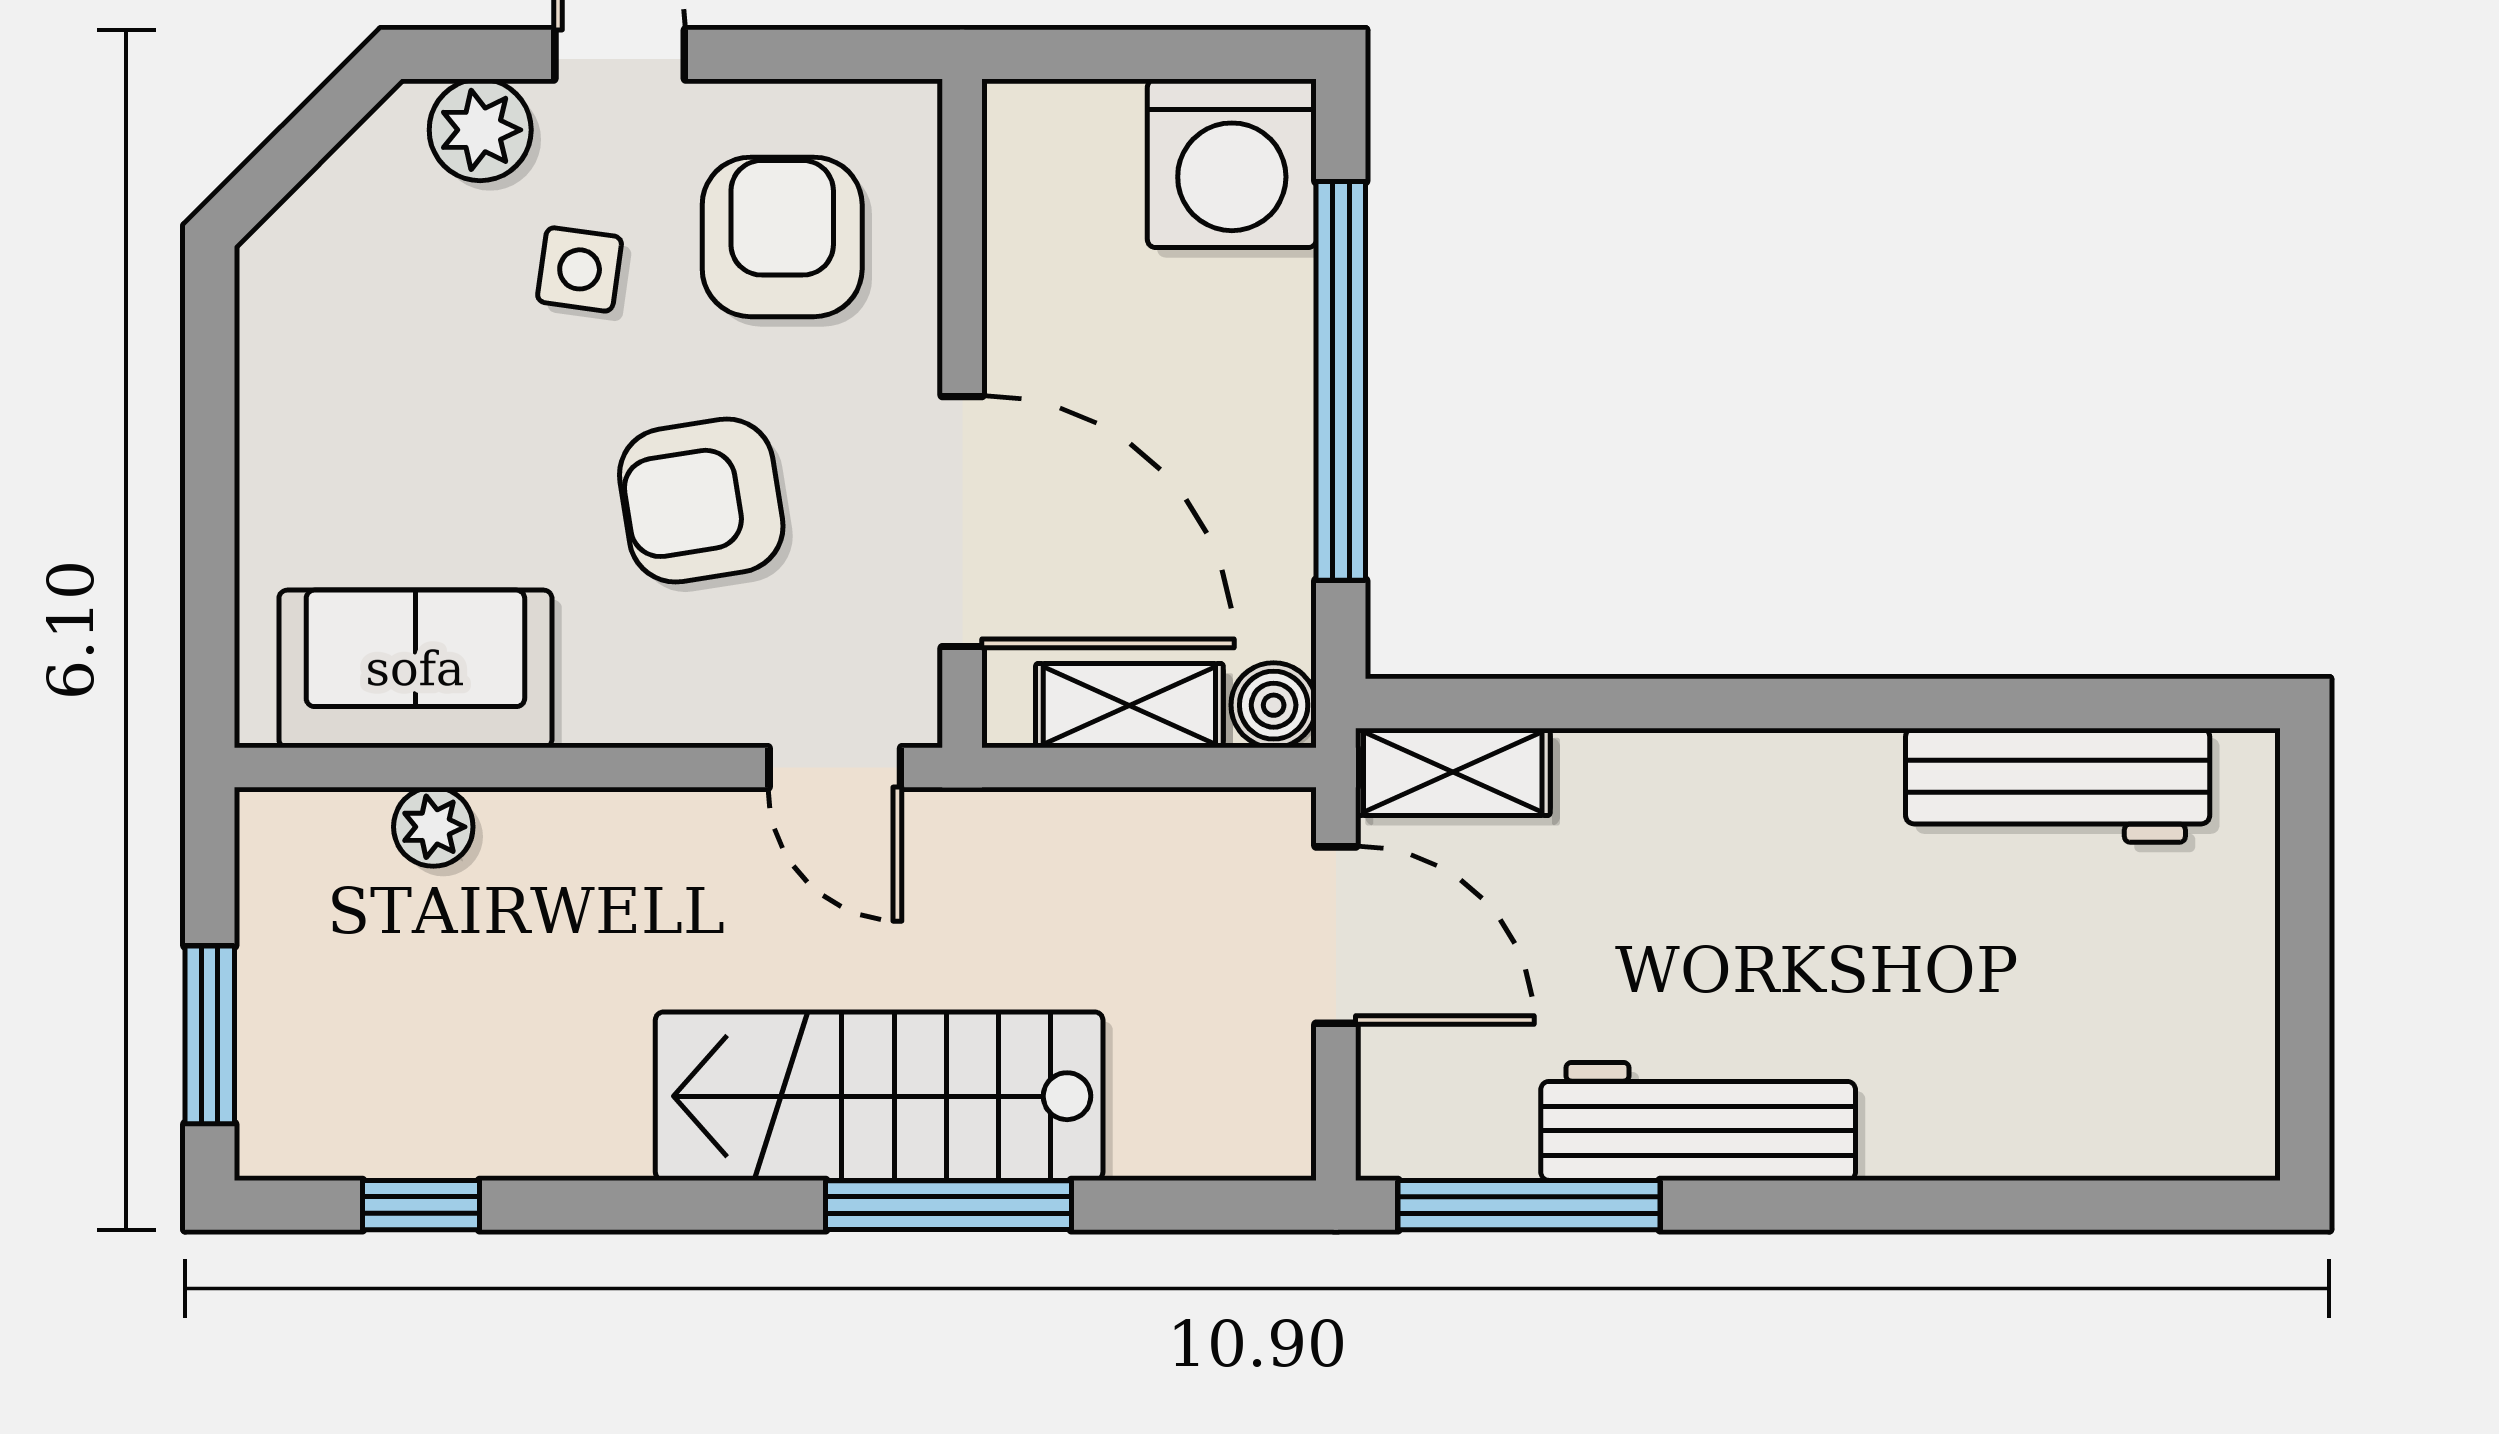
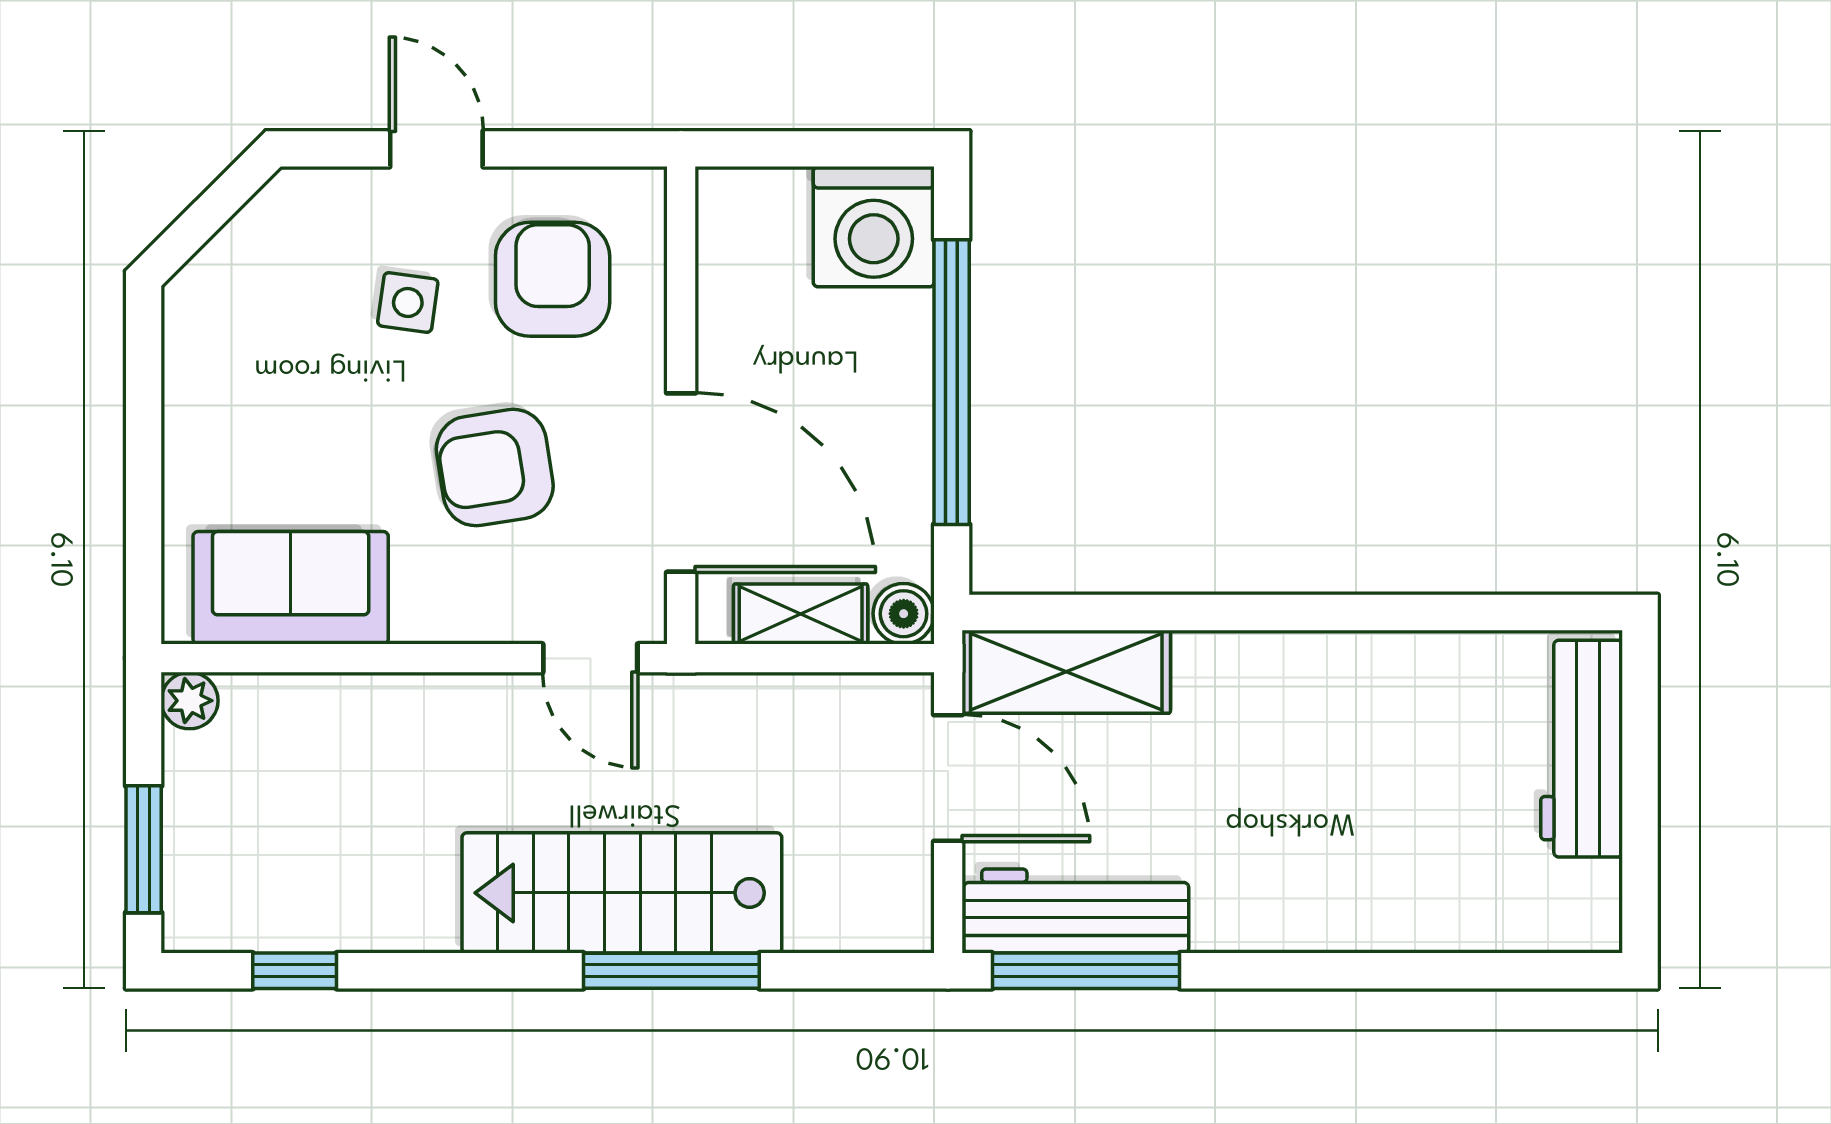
plant: (480, 130) -> (337, 203), removed
shelving: (1453, 772) -> (1066, 672), width x1.50, depth x1.33
workbench: (2058, 785) -> (1582, 749), moved, turned 90
plant: (433, 827) -> (190, 701), moved
workbench: (1698, 1121) -> (1076, 911), moved

